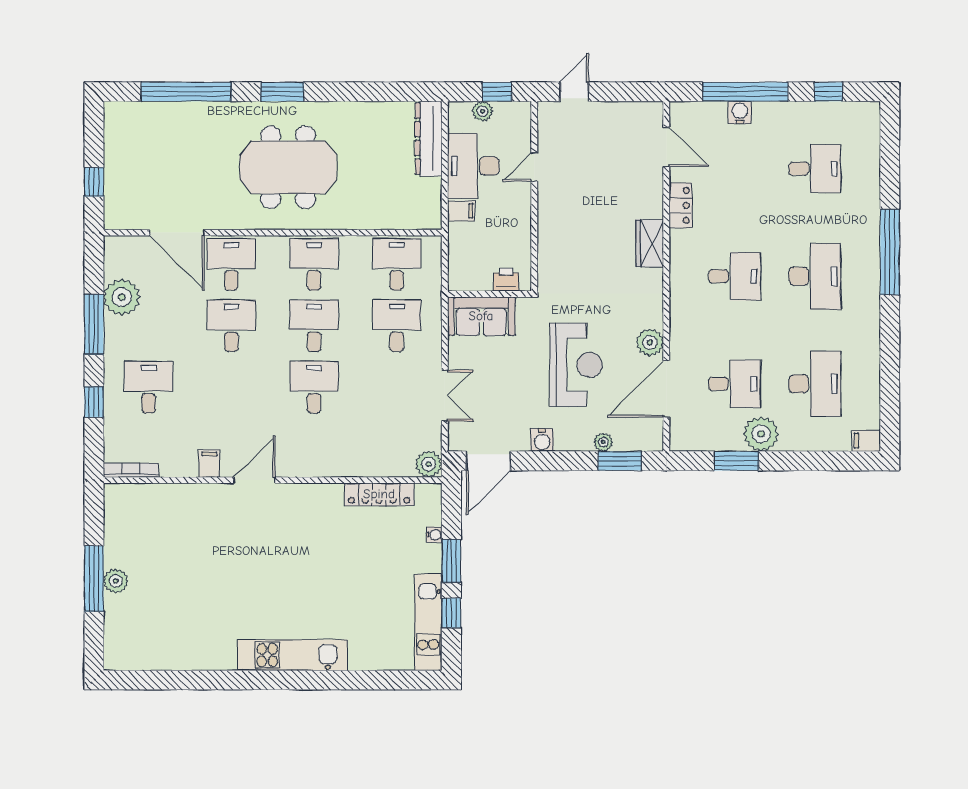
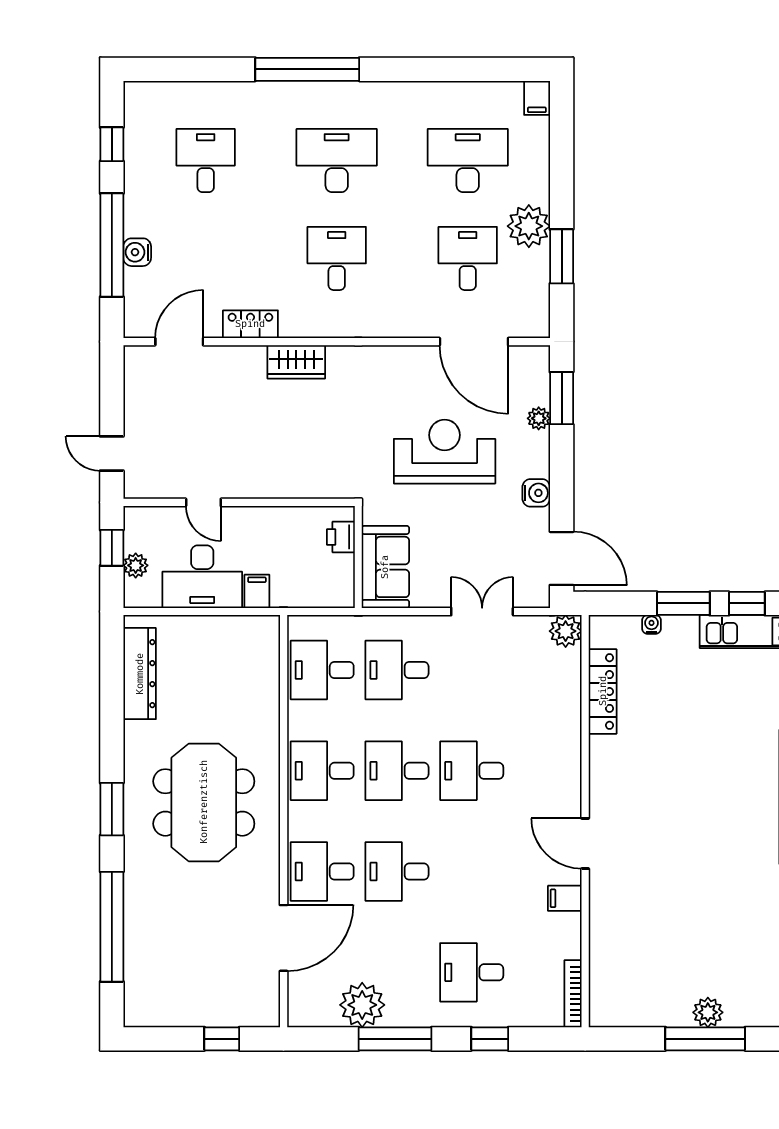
dresser: (429, 139) -> (140, 674), moved, turned -90
plant: (650, 342) -> (417, 362), removed

